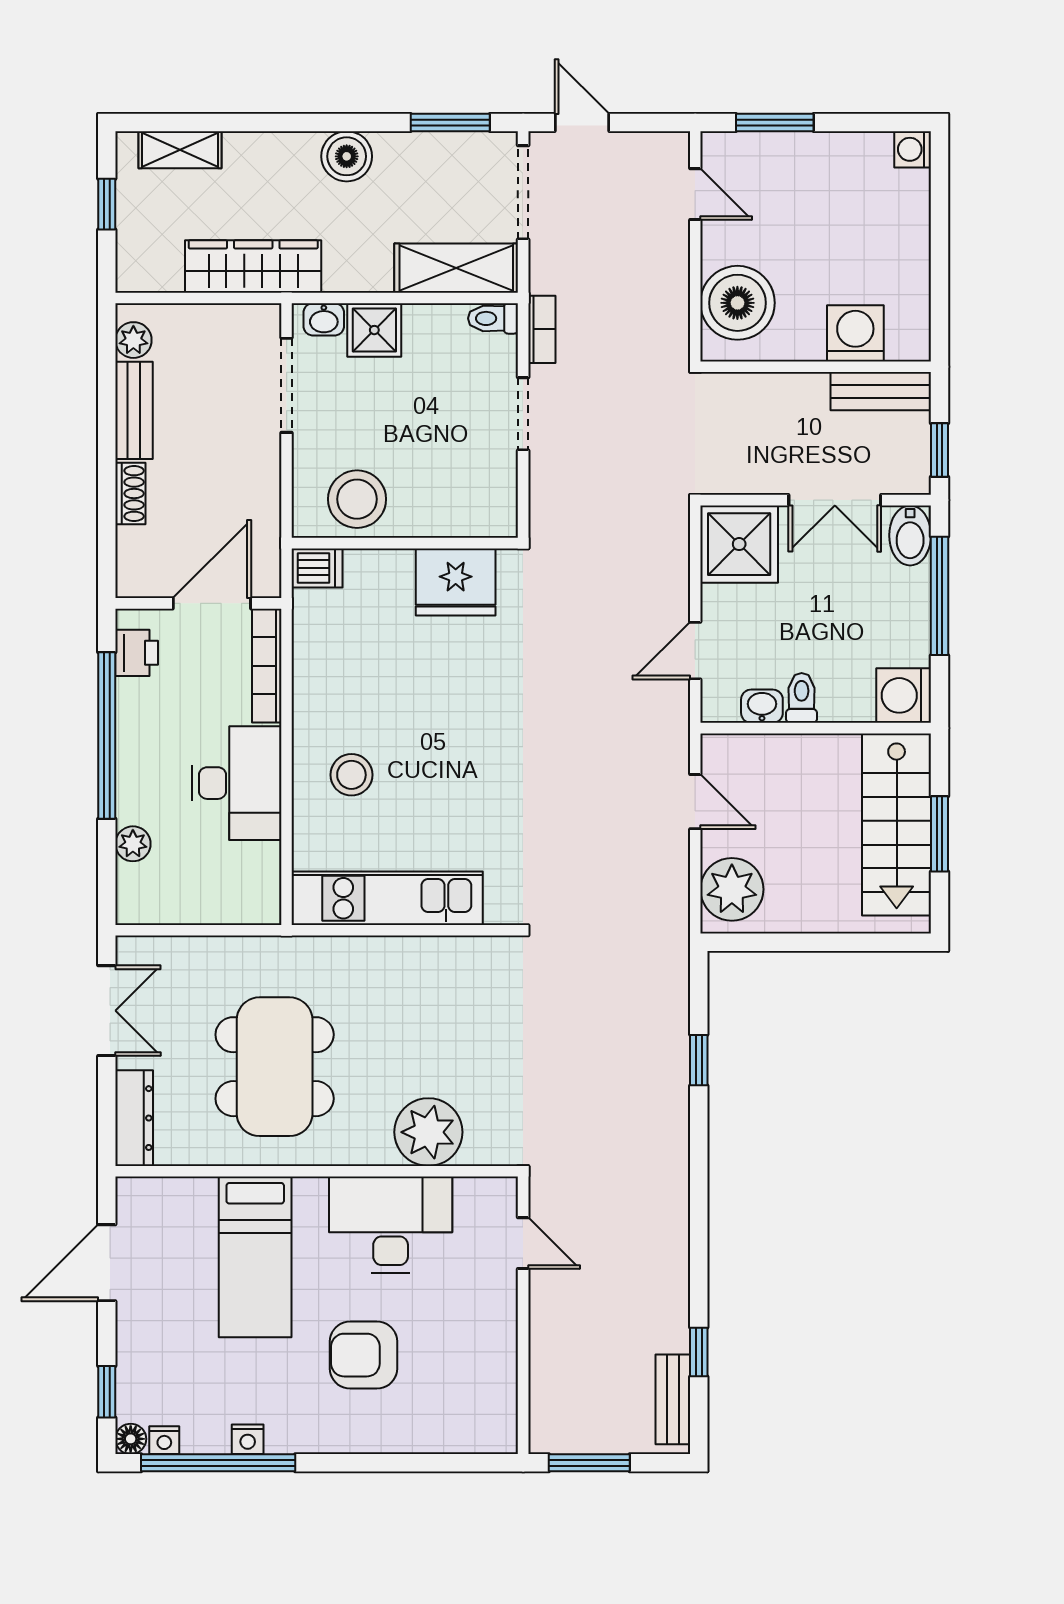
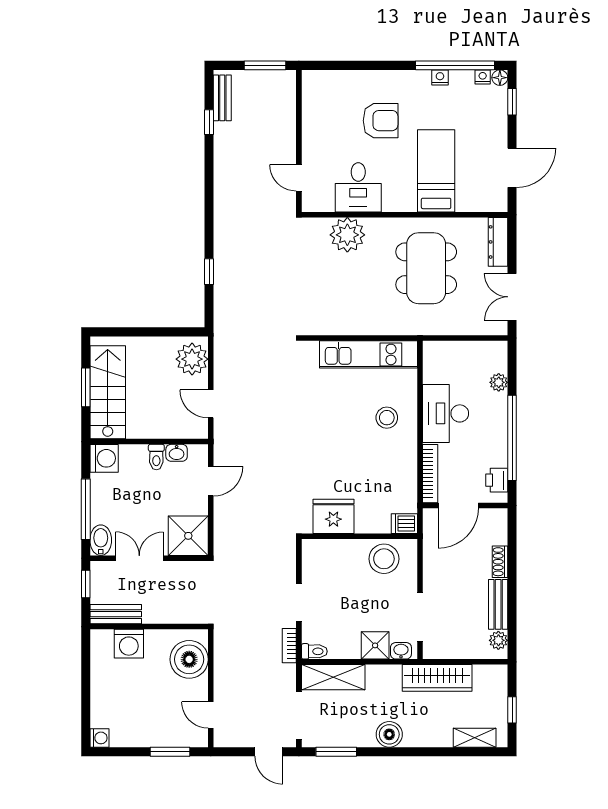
desk: (391, 1225) -> (358, 187), width x0.73

